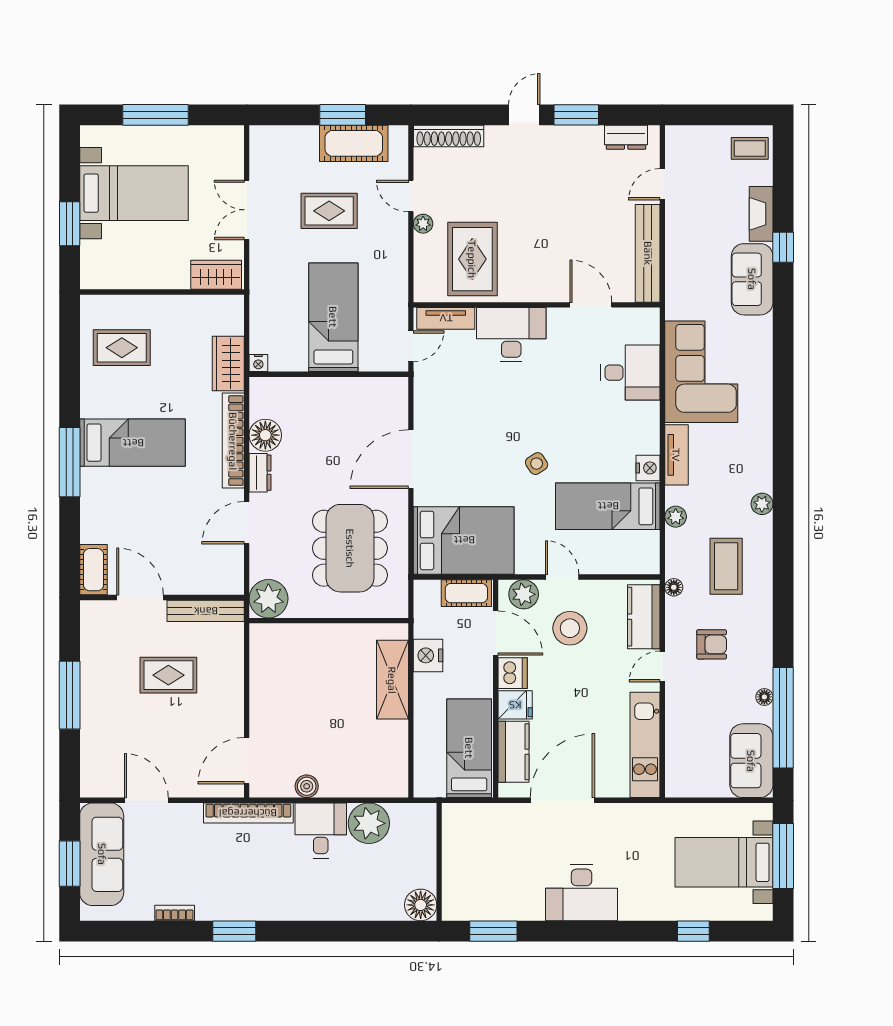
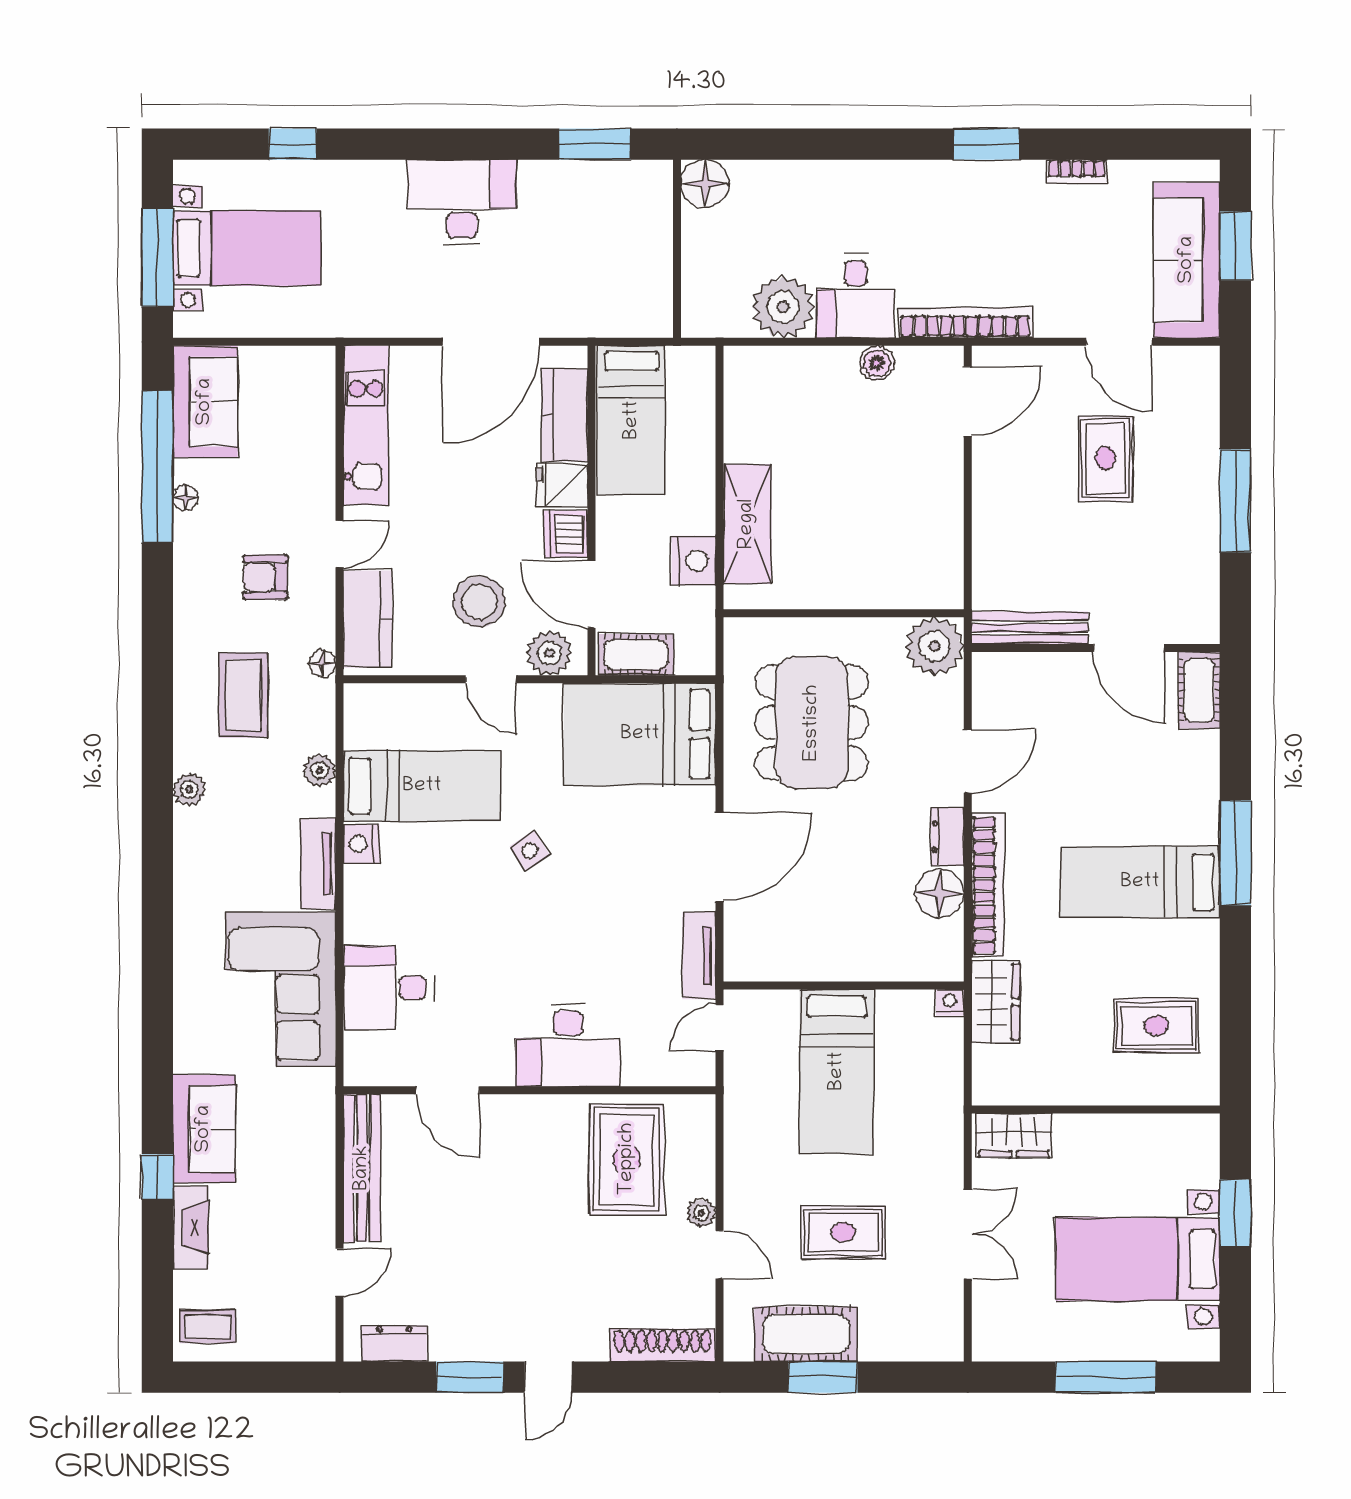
tv unit: (446, 318) -> (699, 956), moved, turned -90
rug: (168, 675) -> (1105, 458), moved, turned 90

